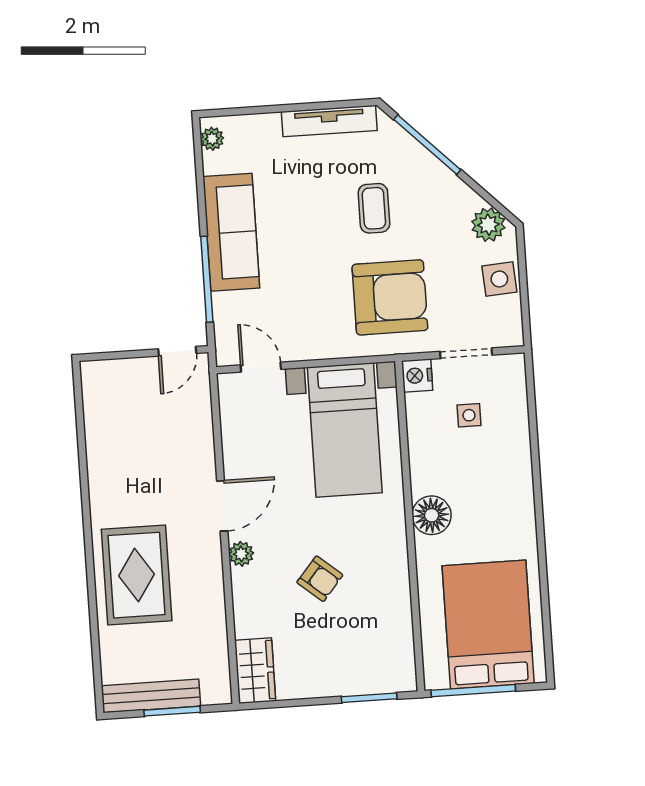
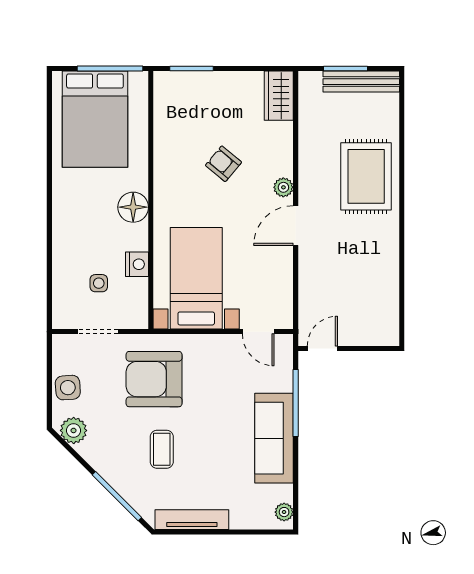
nightstand: (417, 376) -> (137, 264), moved

